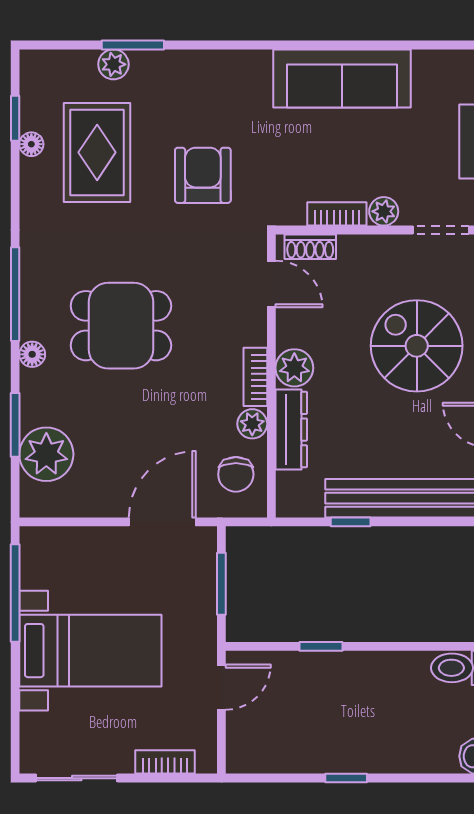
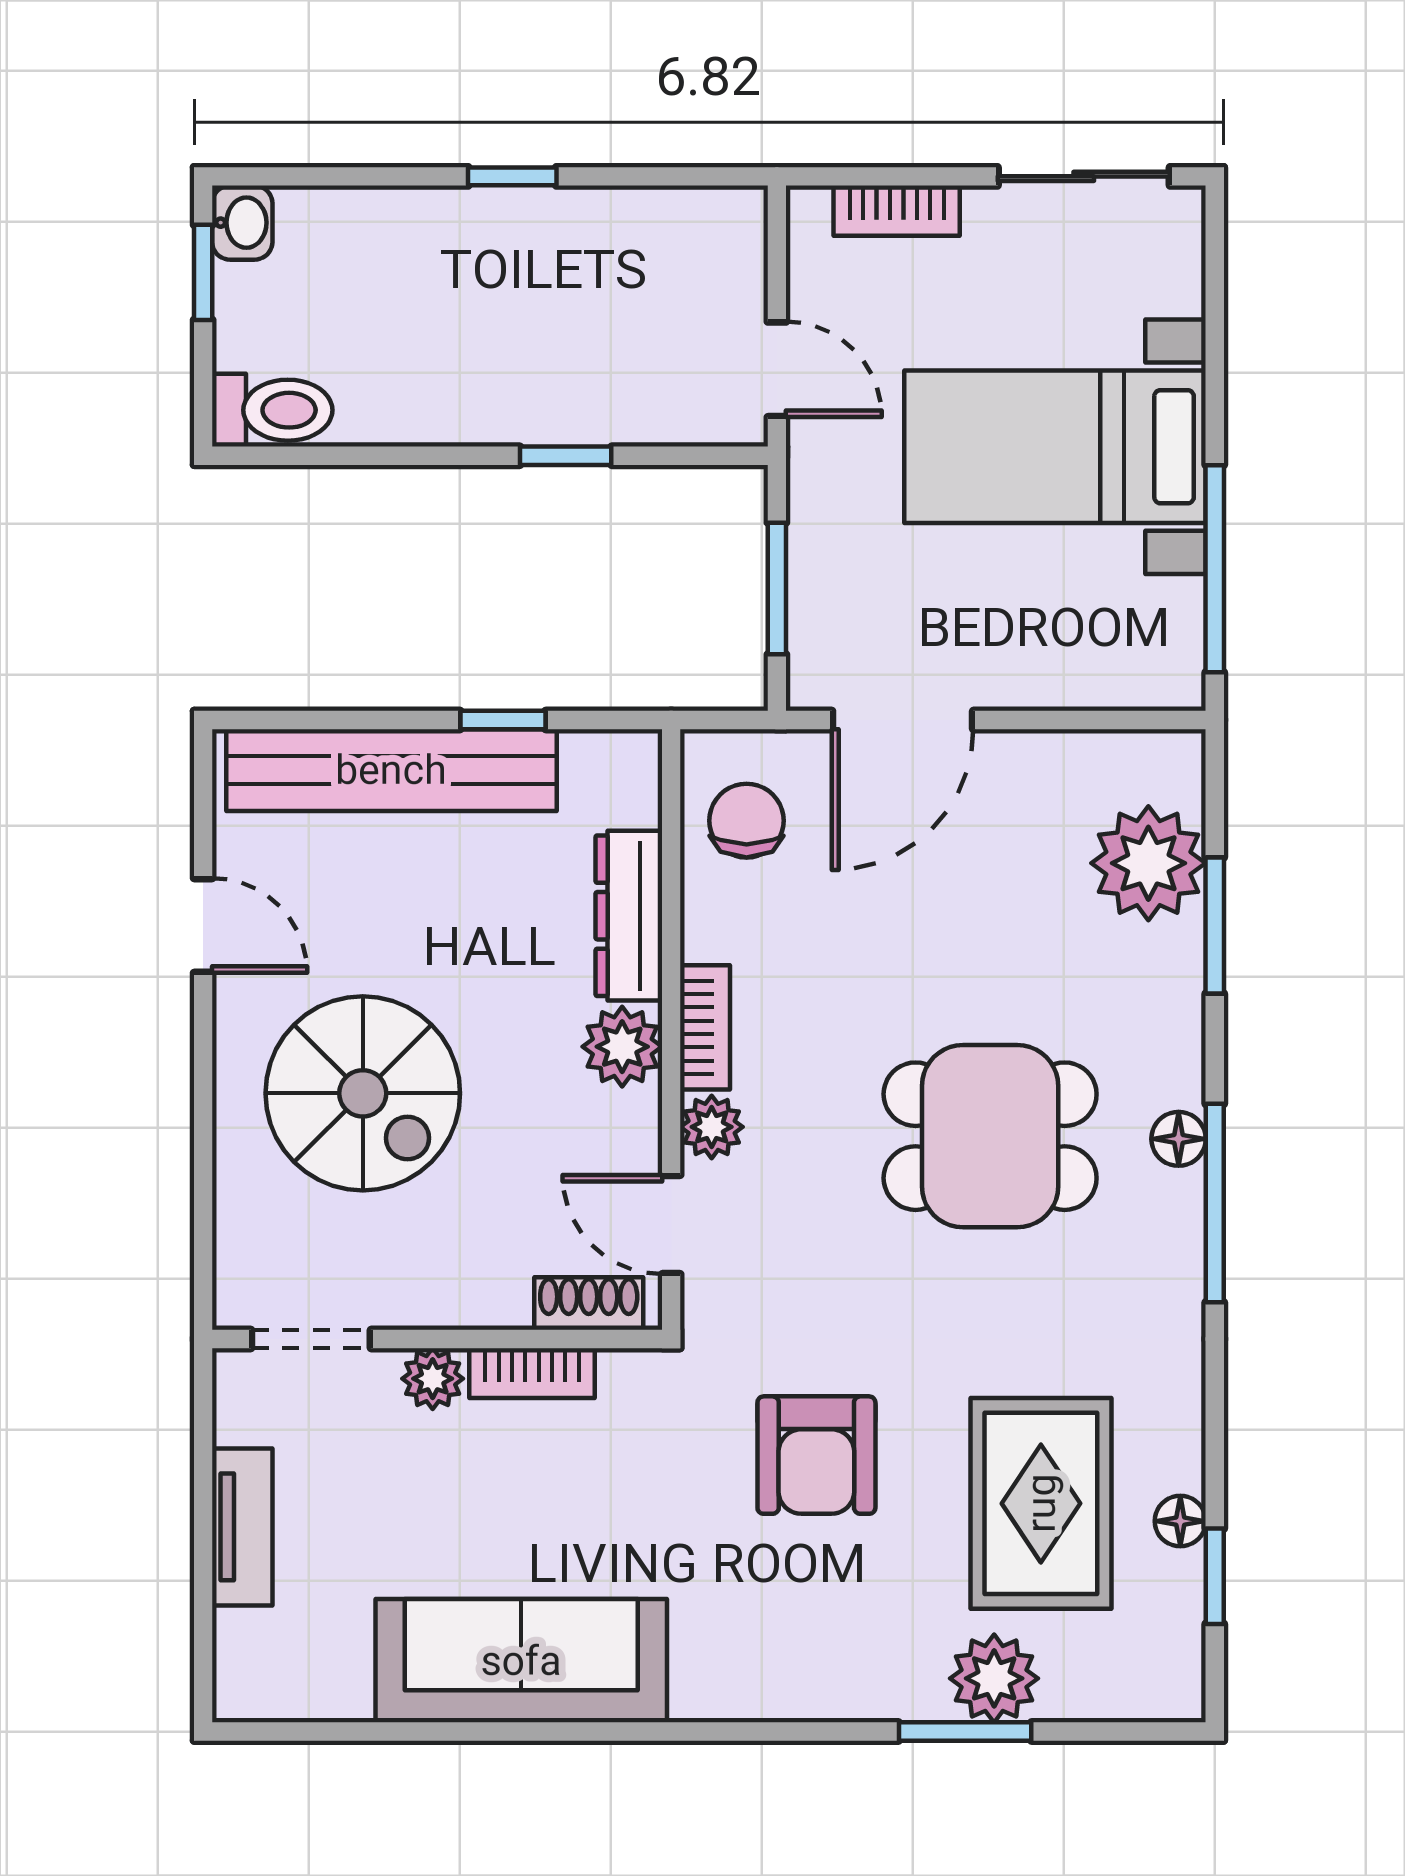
plant: (113, 64) -> (994, 1678), width x1.38, depth x1.38
floor lamp: (32, 354) -> (1179, 1139), moved
plant: (252, 424) -> (712, 1127), moved
door: (221, 687) -> (777, 369), swing flipped

